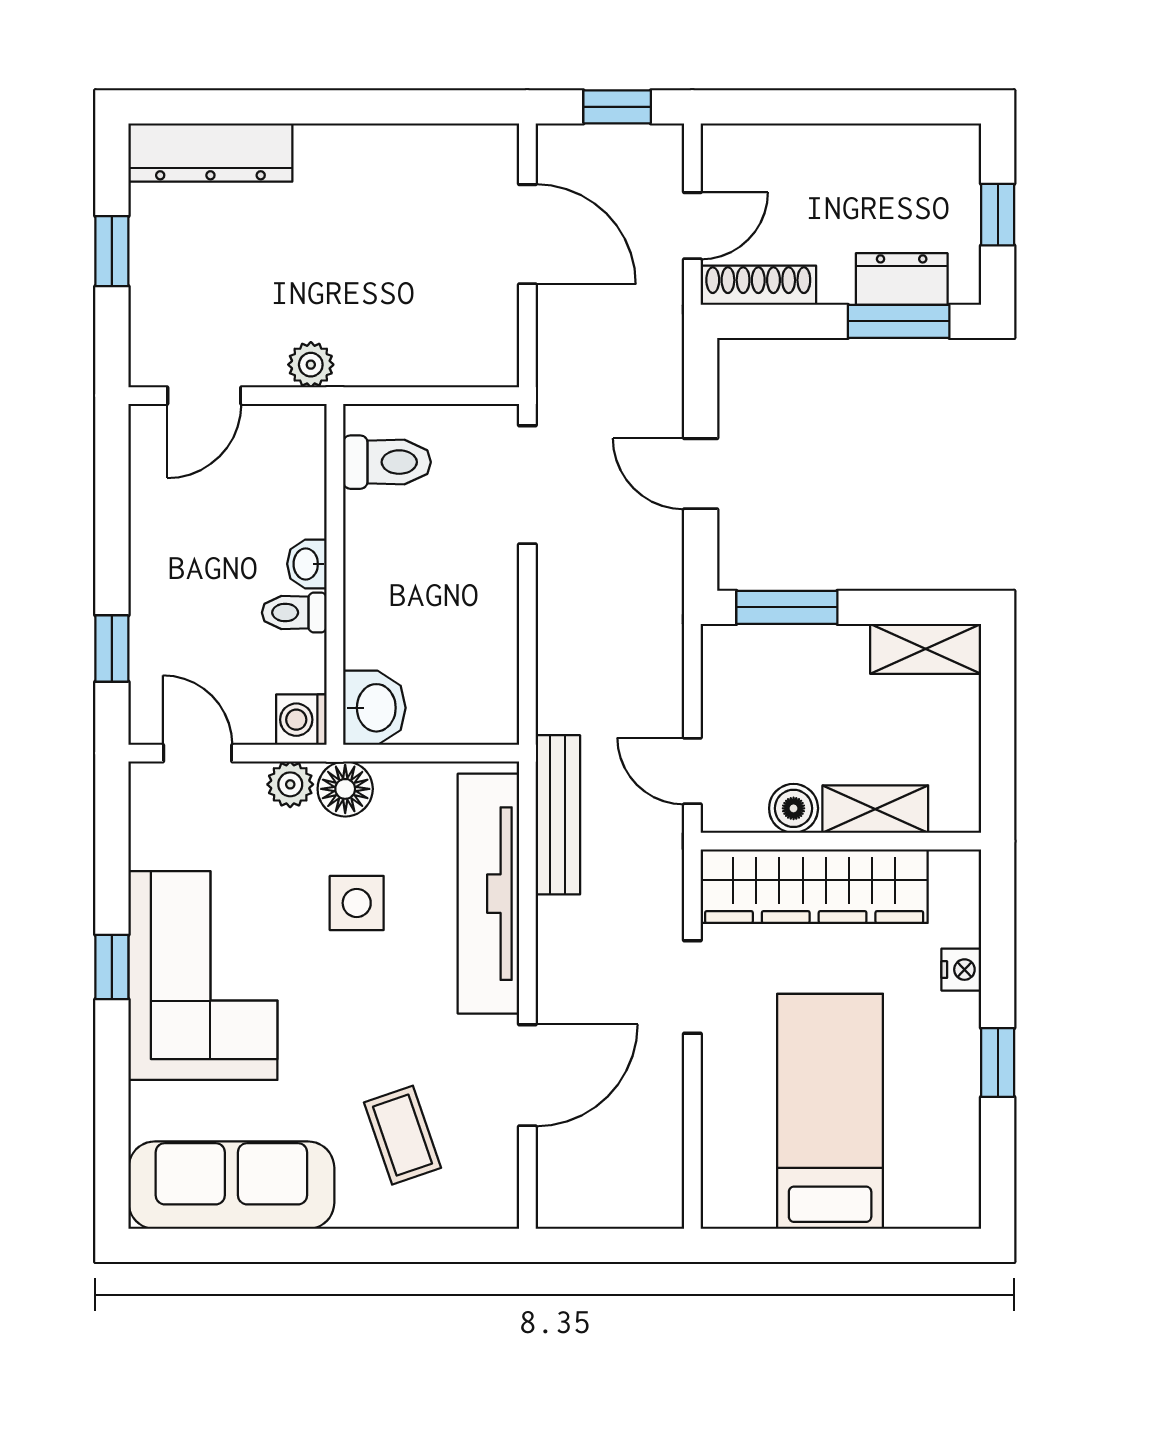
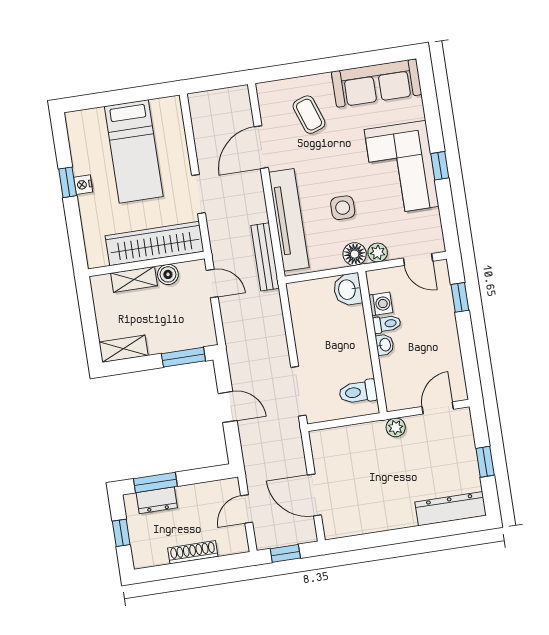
shoe rack: (758, 285) -> (193, 552), moved, turned 180
washing machine: (301, 720) -> (381, 304), moved
nightstand: (961, 970) -> (83, 185), moved

